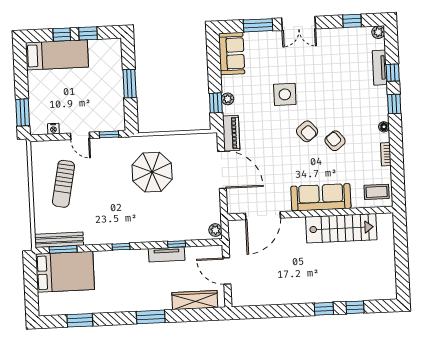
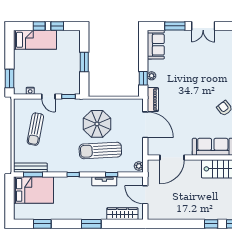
side table: (285, 94) -> (191, 75), removed
armchair: (307, 131) -> (205, 101), removed
sun lounger: (159, 210) -> (100, 150), added

